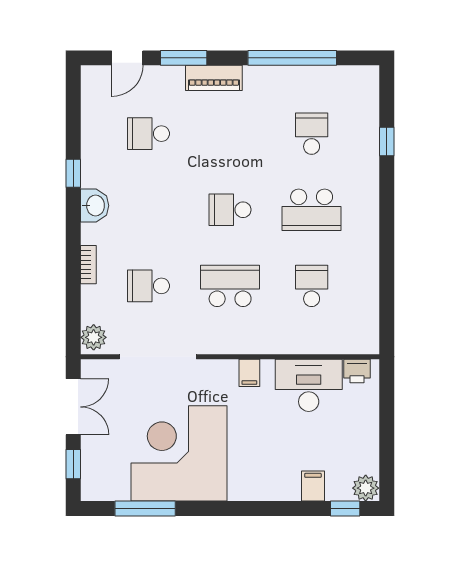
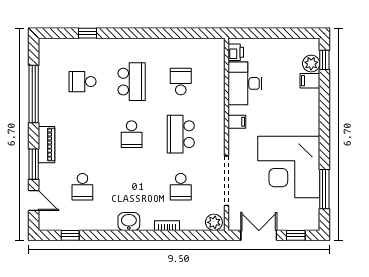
window: (73, 173) -> (70, 235), moved
school desk: (312, 286) -> (181, 82), turned 90
plant: (366, 488) -> (311, 64), moved

